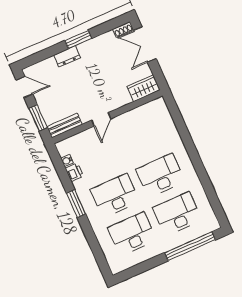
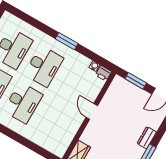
bench: (64, 126) -> (114, 89), removed
printer: (74, 172) -> (103, 73), moved

